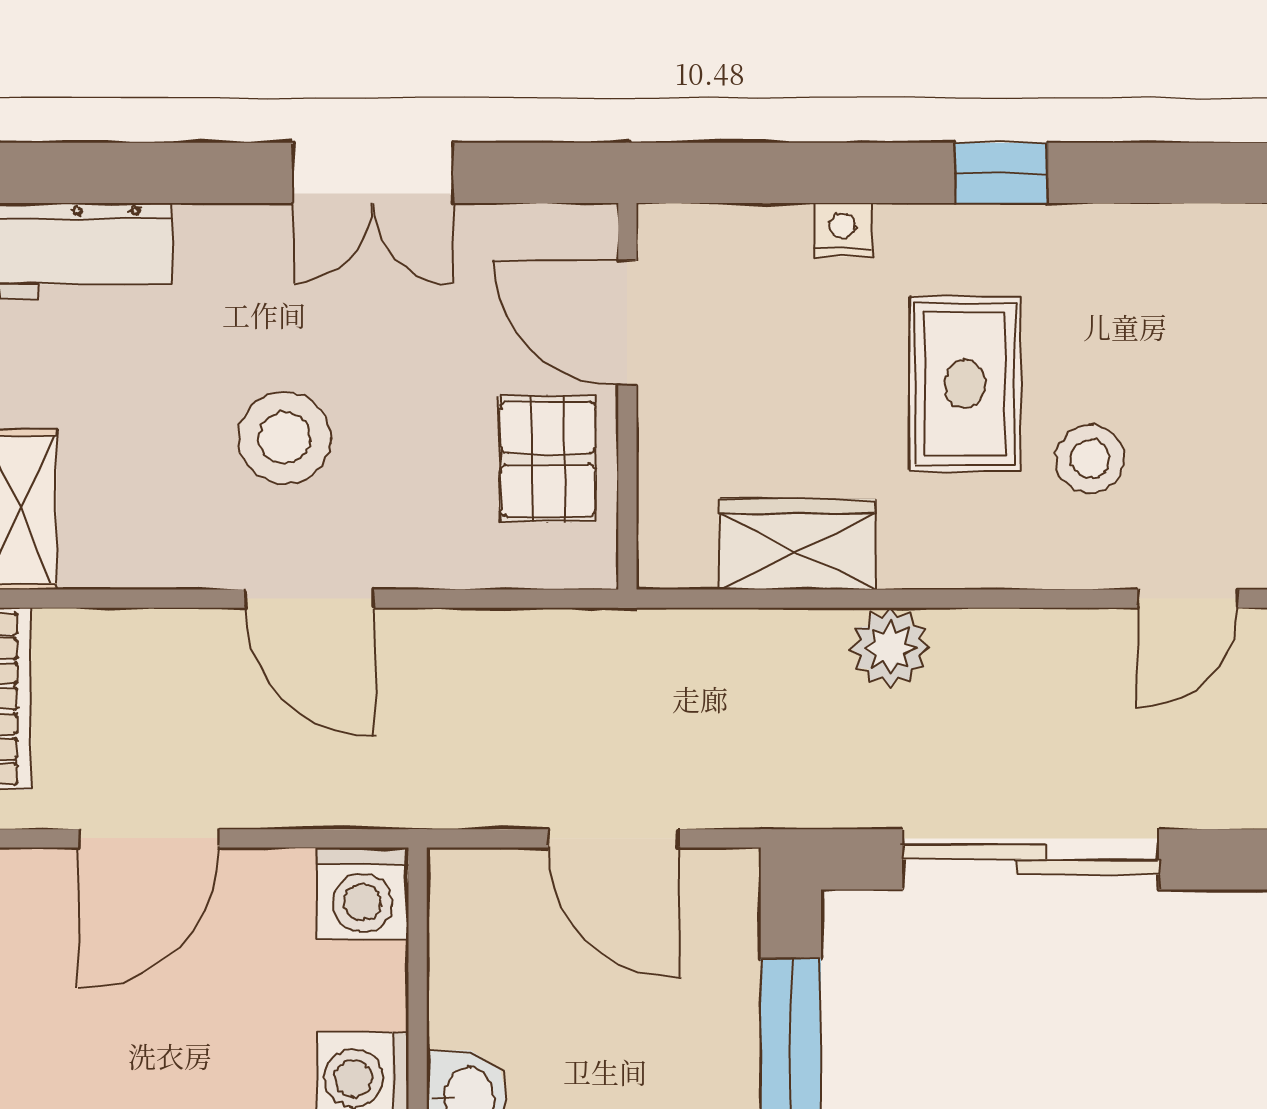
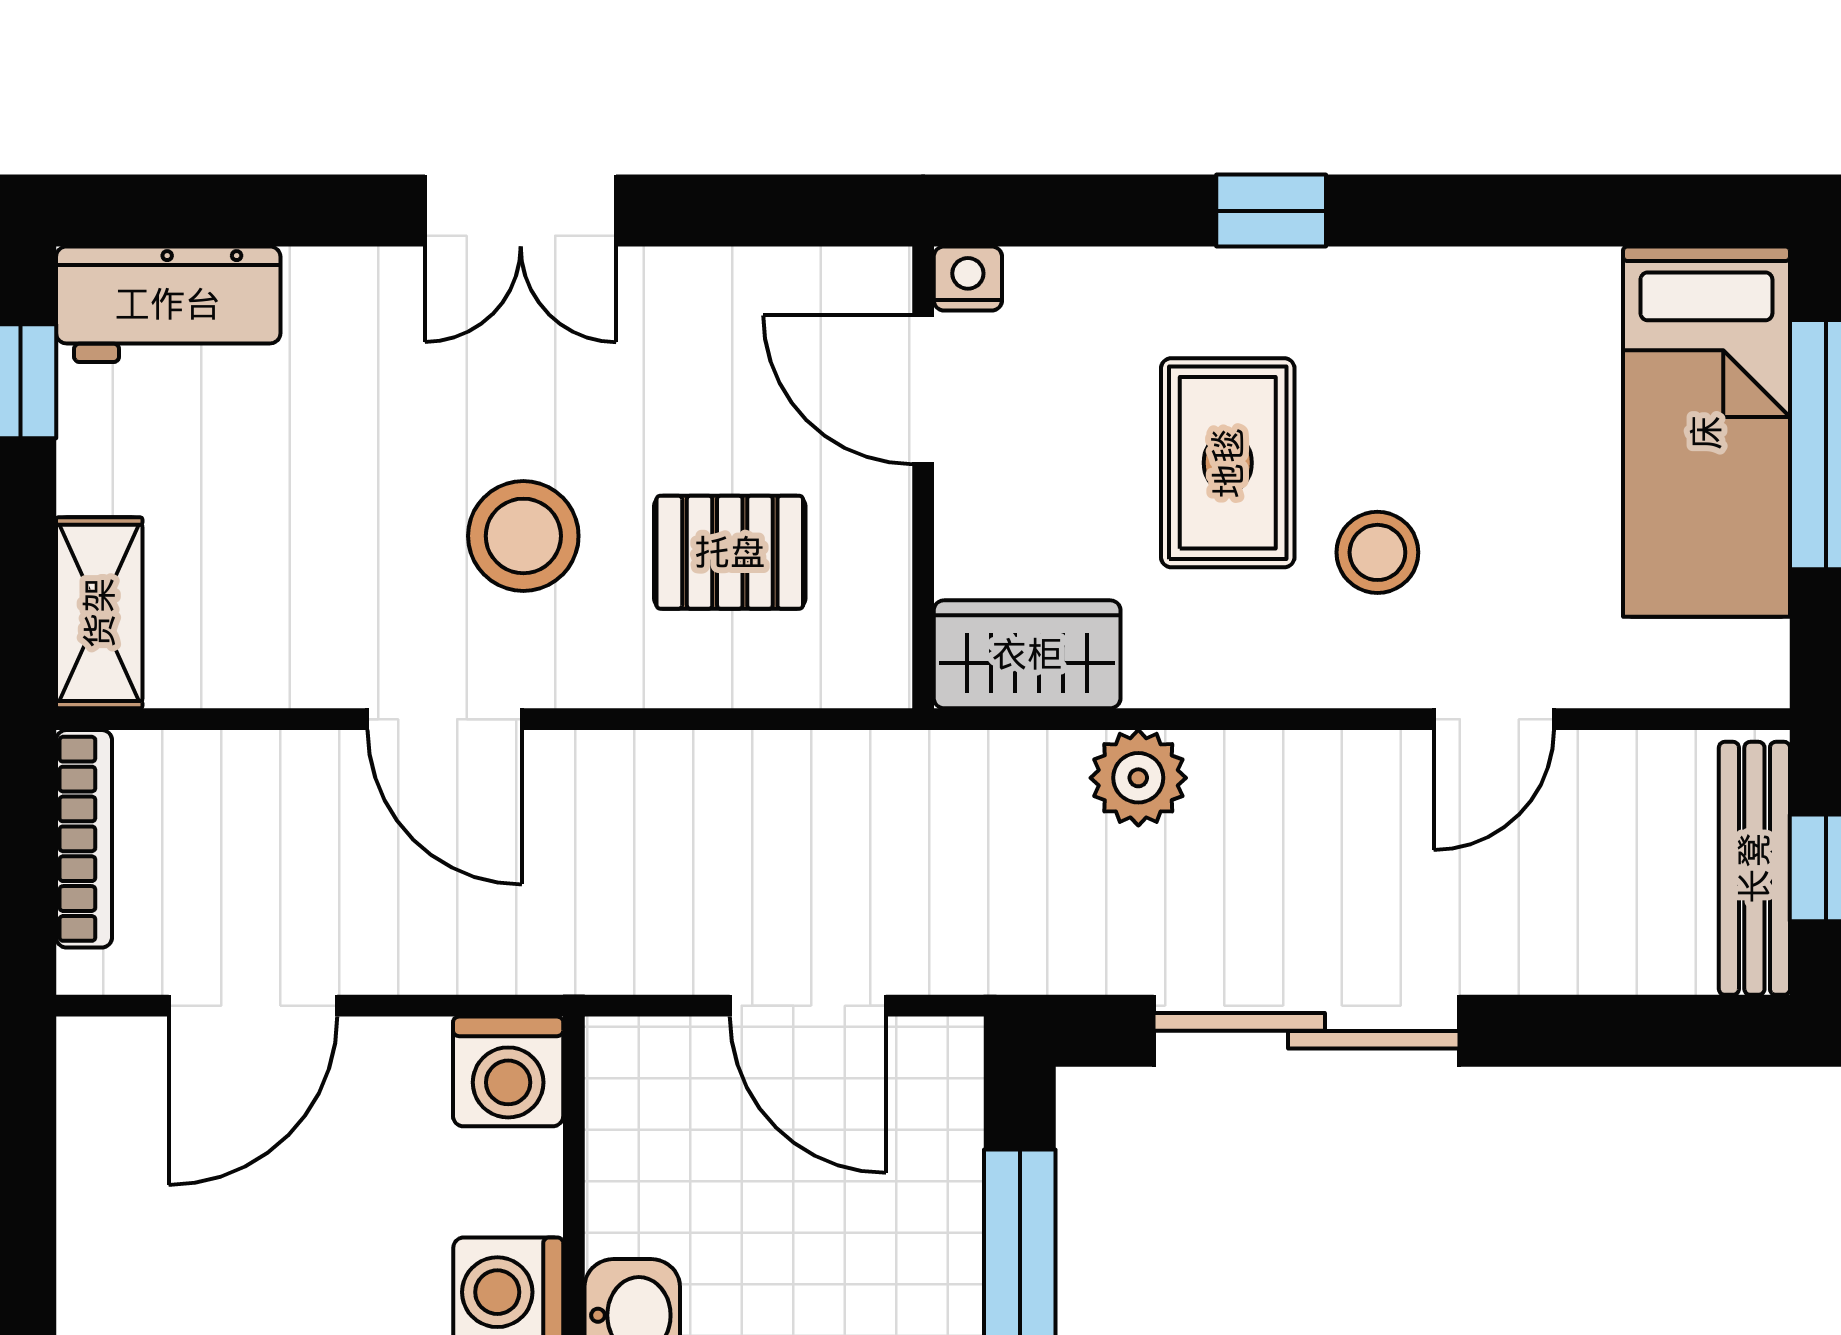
nightstand: (843, 230) -> (968, 279), moved
door: (627, 323) -> (923, 390), moved
wall: (627, 396) -> (923, 477), moved
stool: (284, 438) -> (523, 536), moved
pallet: (548, 459) -> (730, 552), turned 90

